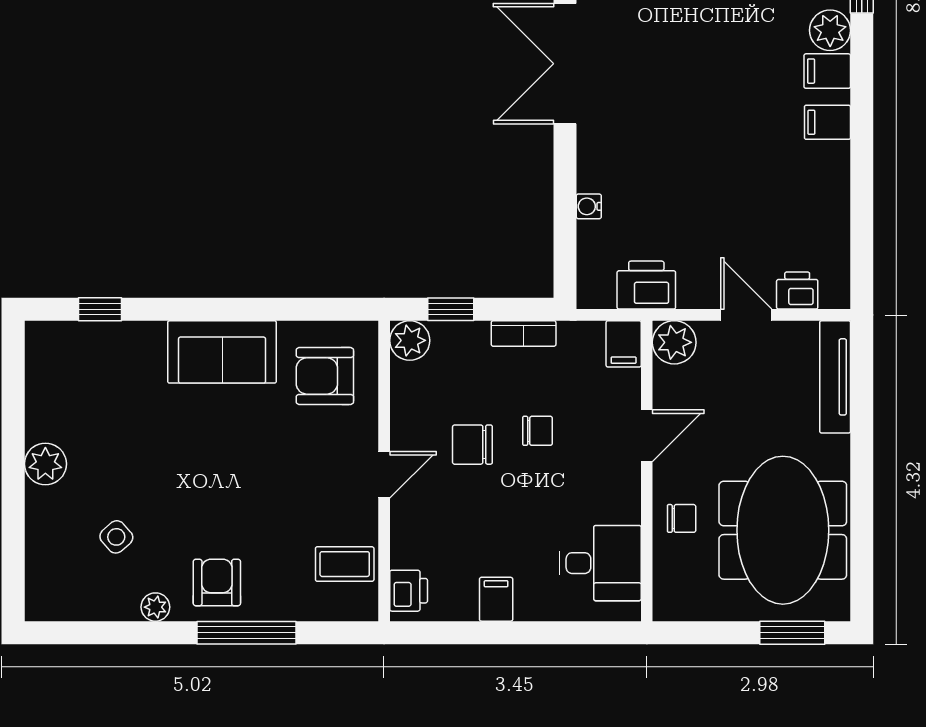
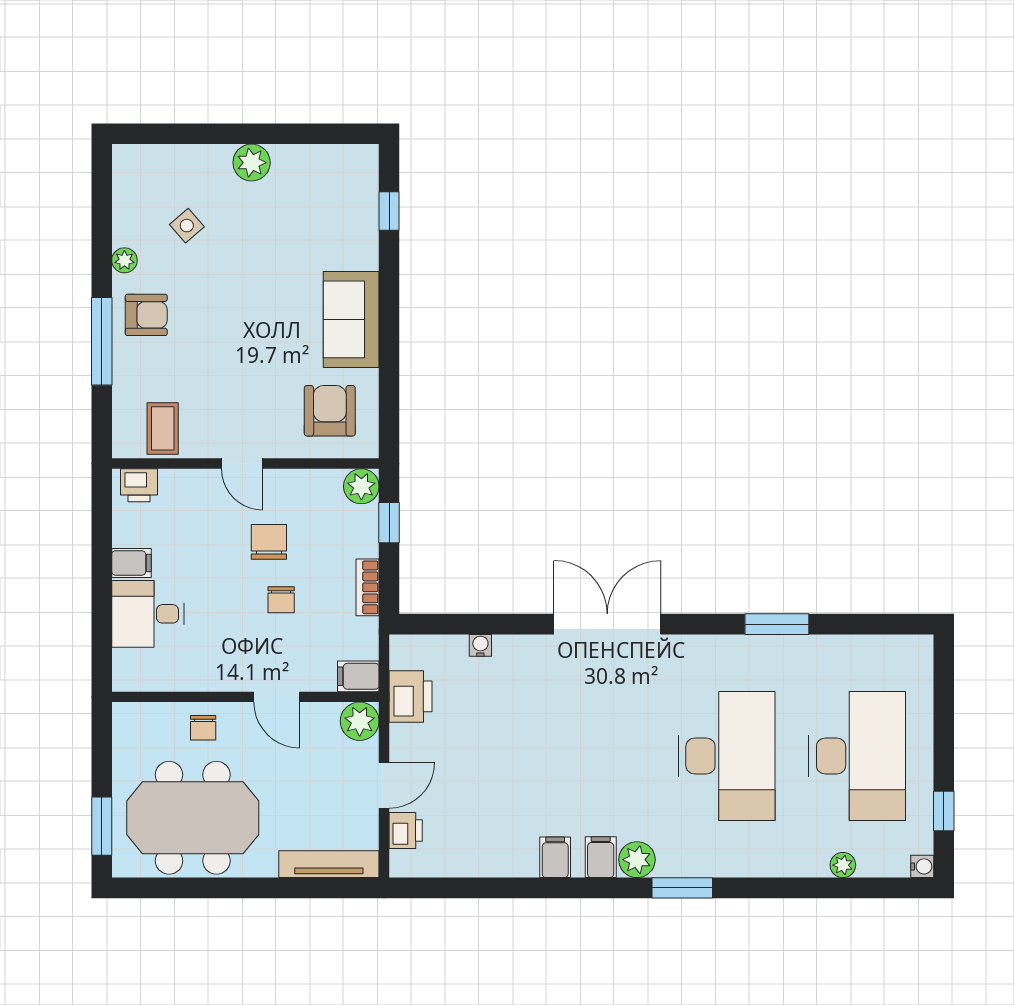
desk: (600, 563) -> (148, 614), moved, turned 90

